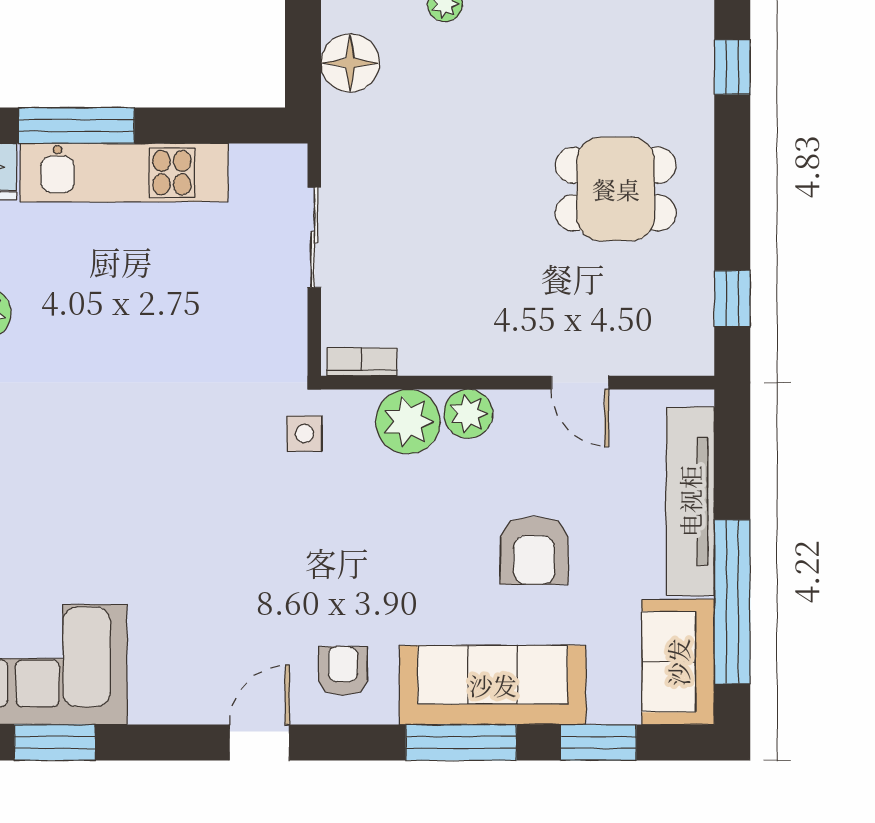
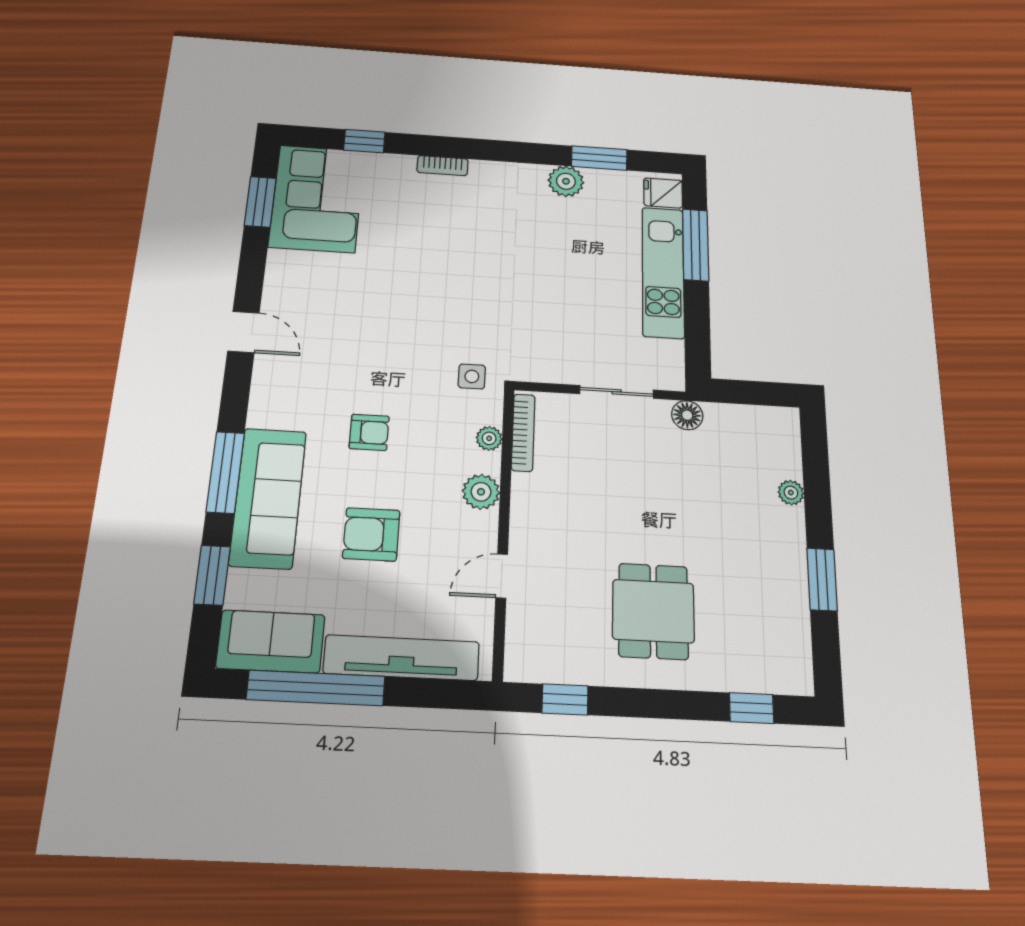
floor lamp: (350, 63) -> (687, 415), moved, width x0.73, depth x0.73
bookcase: (362, 362) -> (523, 433), width x1.56
plant: (408, 422) -> (489, 438), width x0.53, depth x0.53
armchair: (343, 671) -> (369, 432), moved

